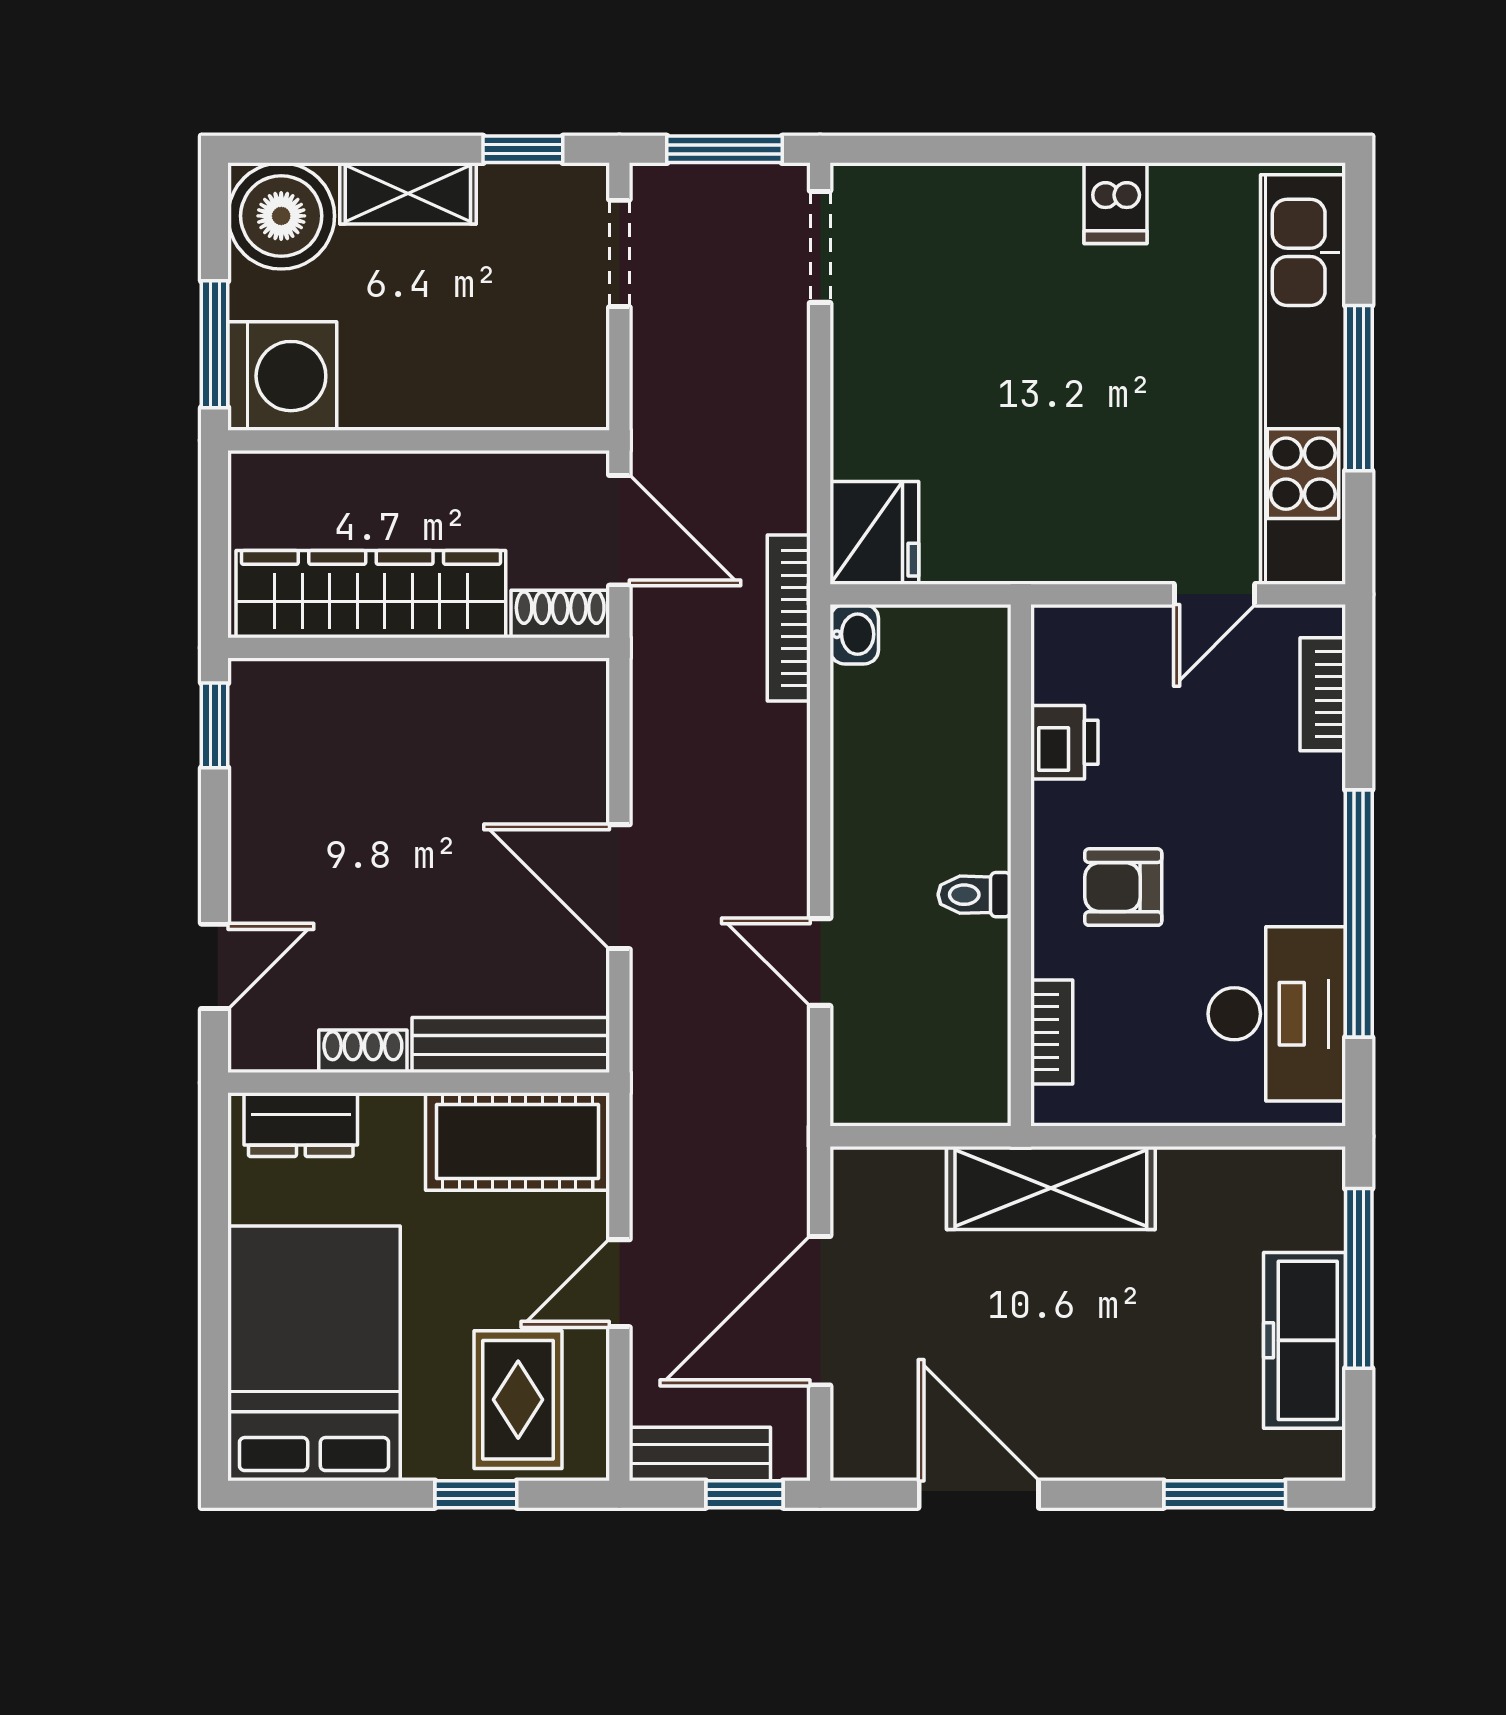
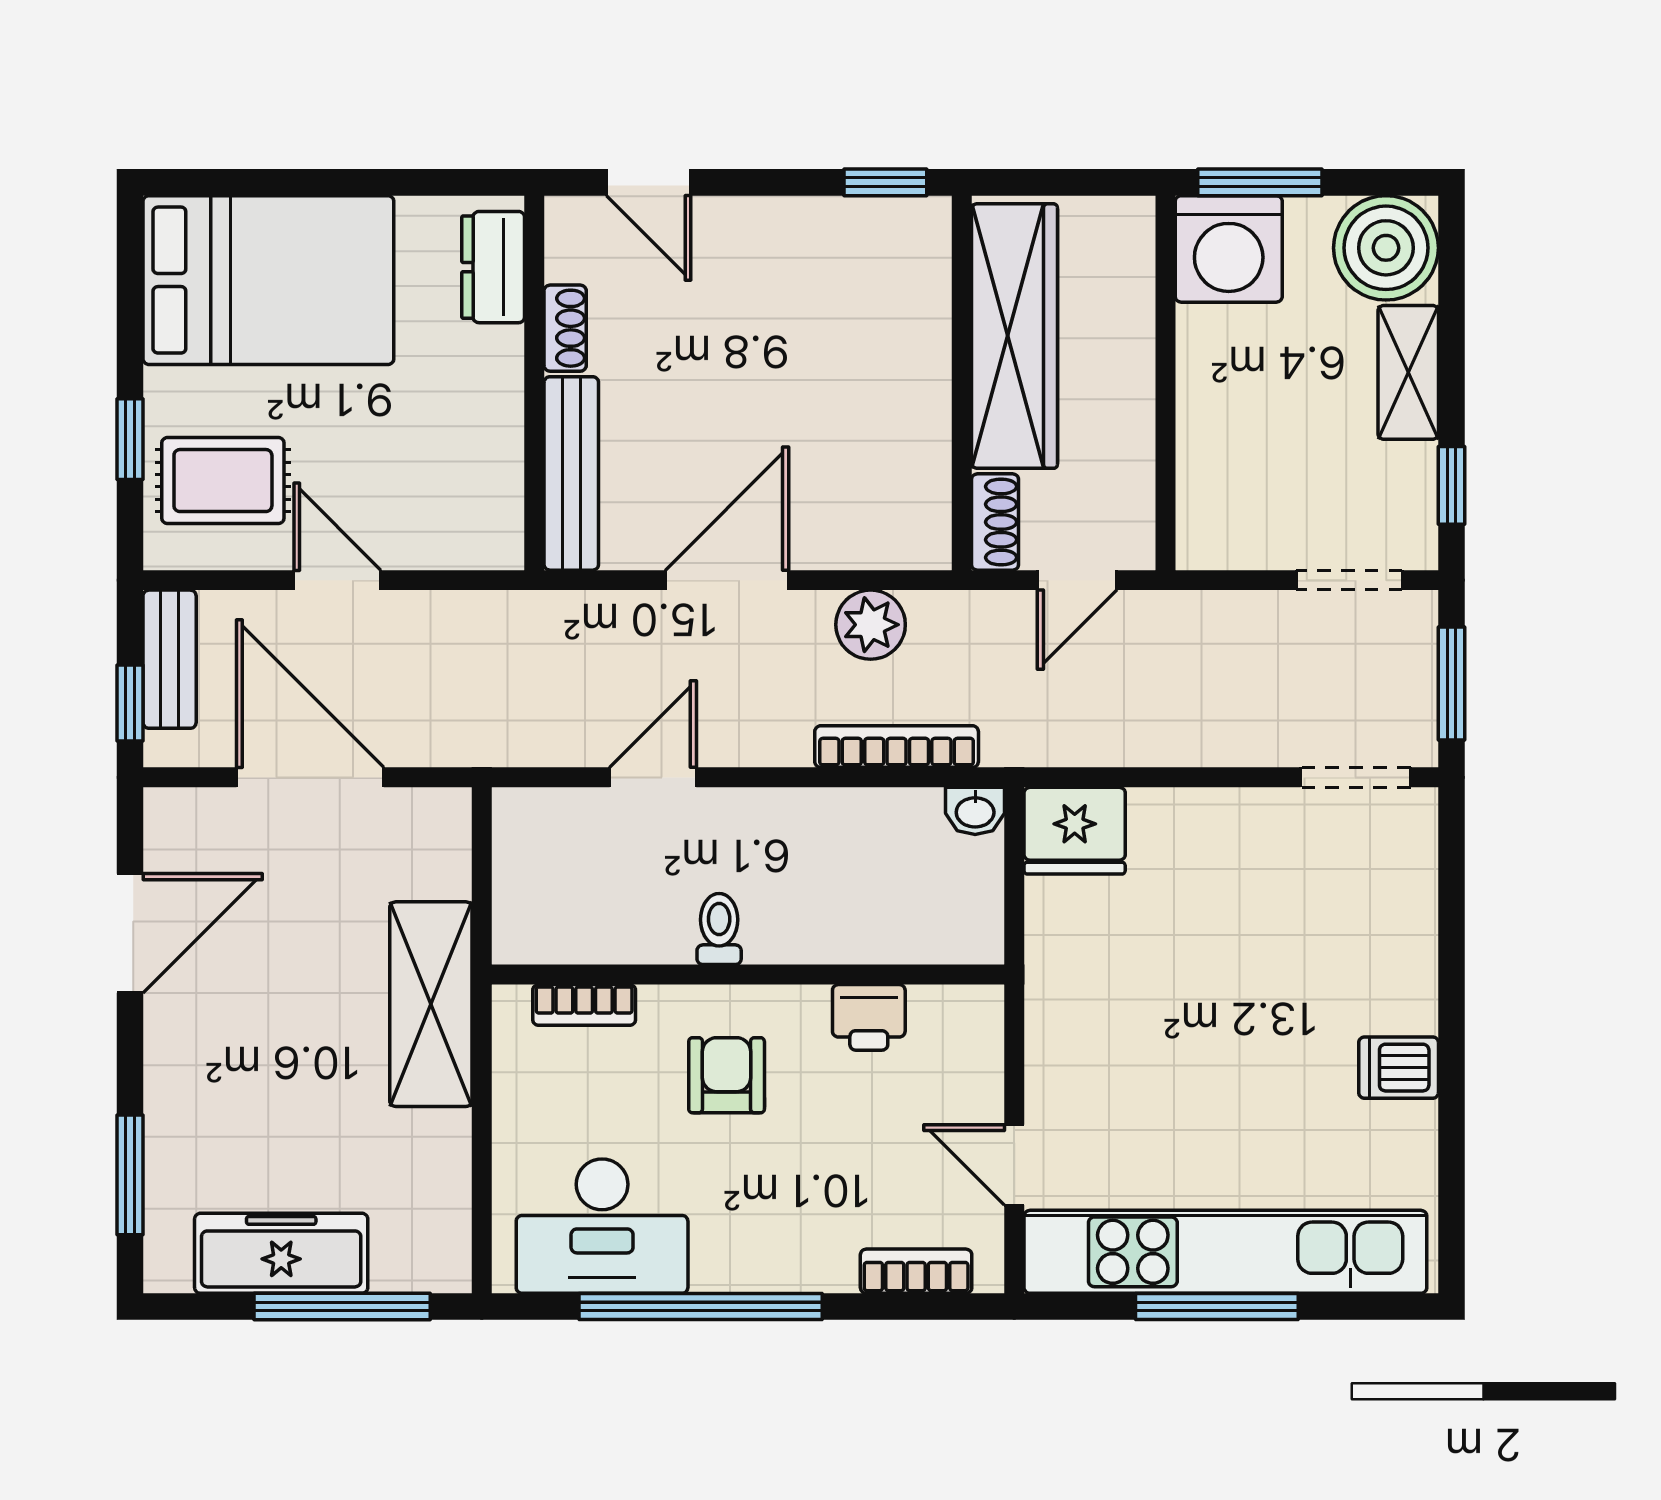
door: (619, 530) -> (1077, 580), width x0.73
bookcase: (789, 618) -> (897, 747), moved
plant: (665, 741) -> (871, 625), added
cot: (518, 1142) -> (476, 480), removed

